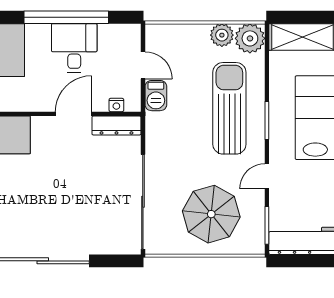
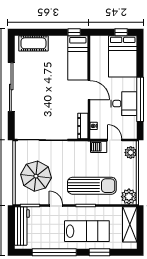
plant: (222, 35) -> (131, 153), moved
door: (143, 65) -> (115, 140), swing flipped
door: (74, 114) -> (89, 90), moved

